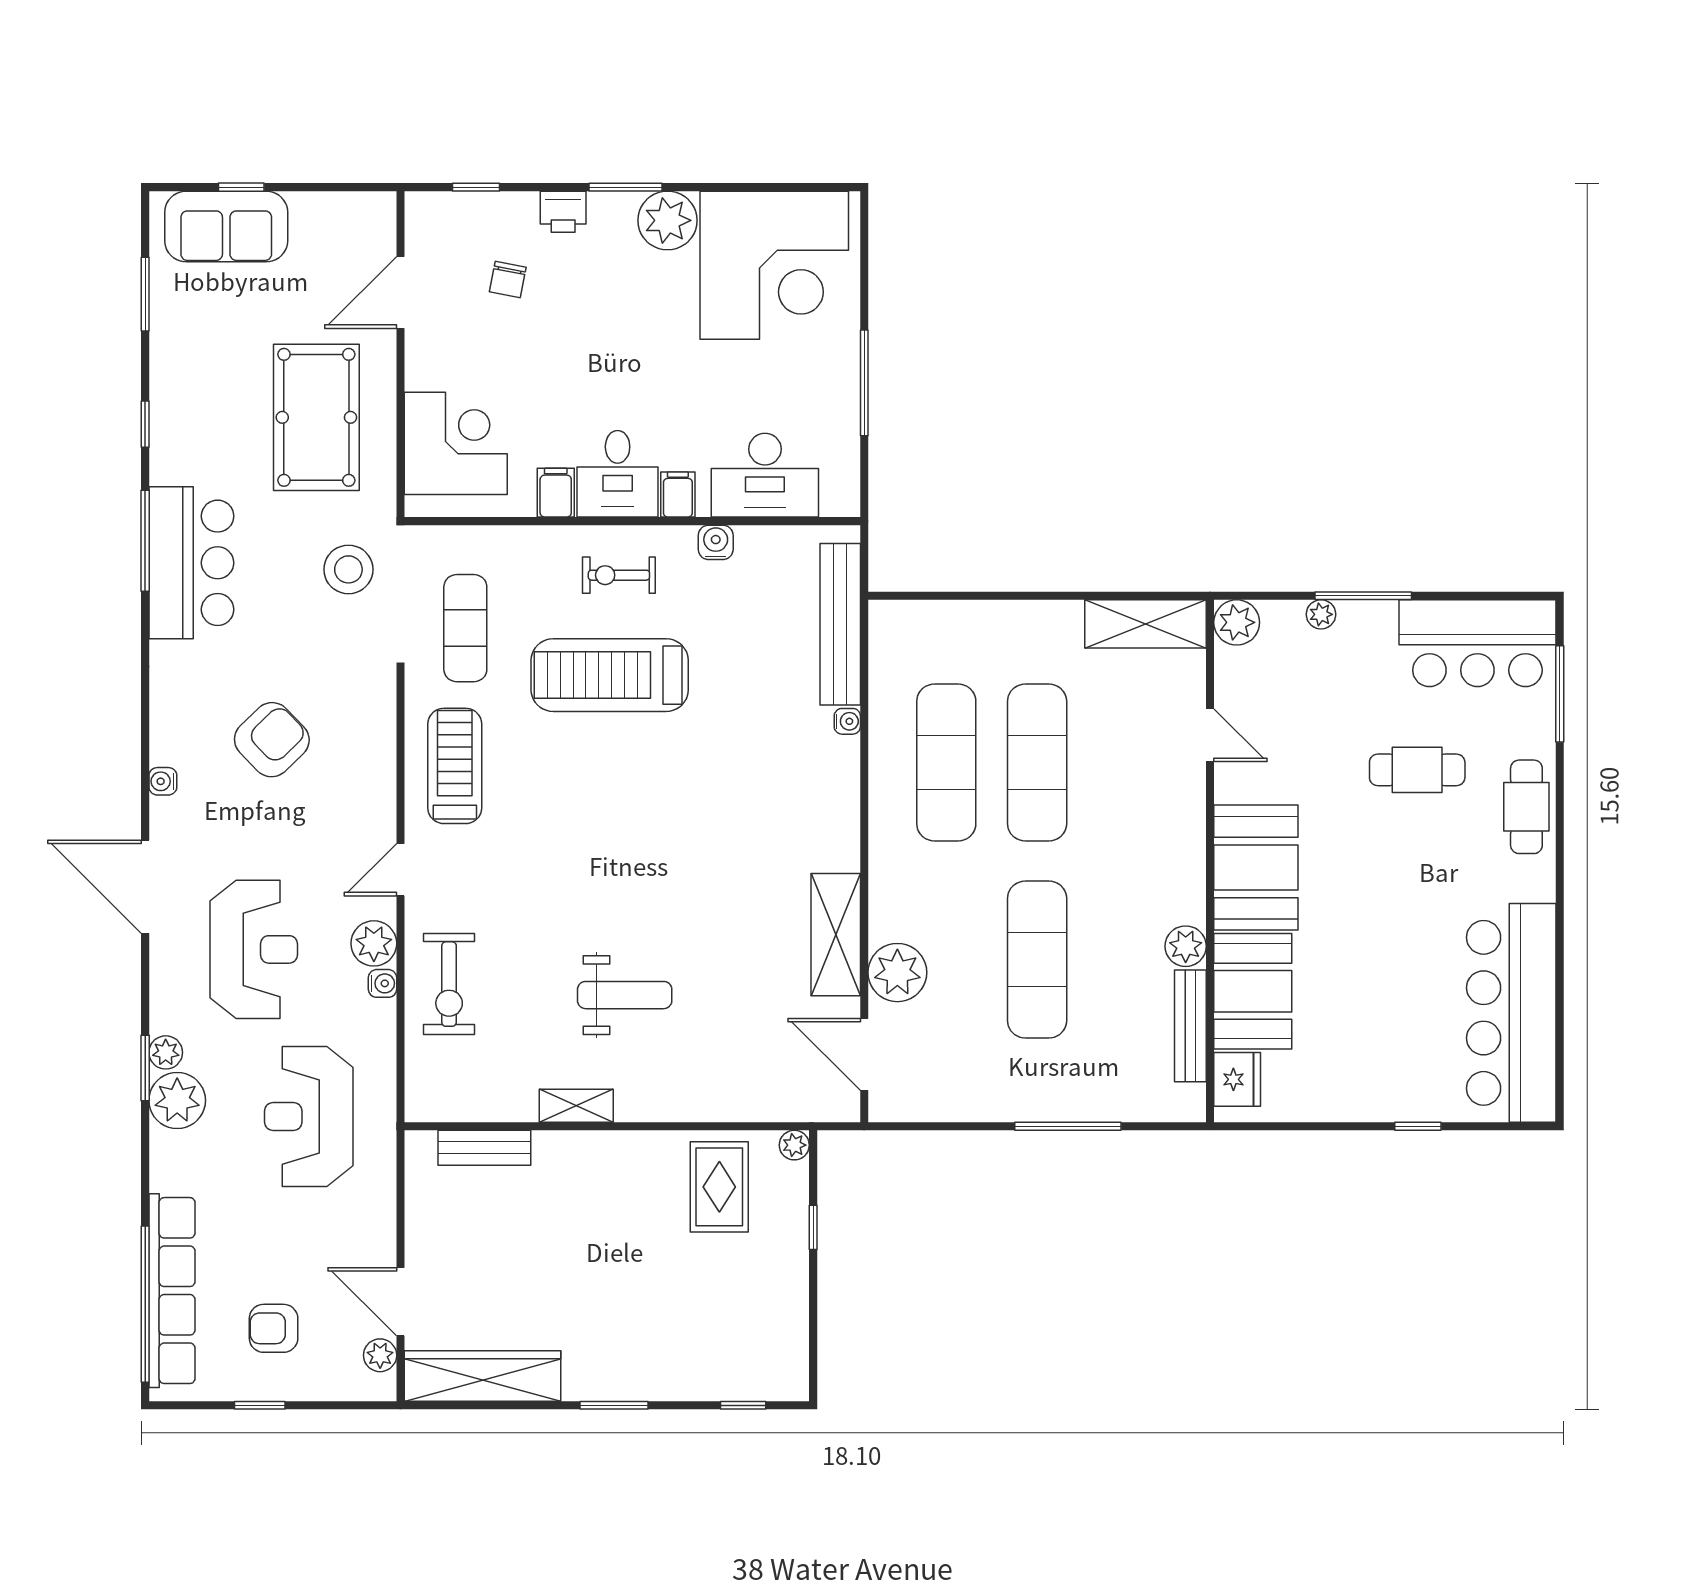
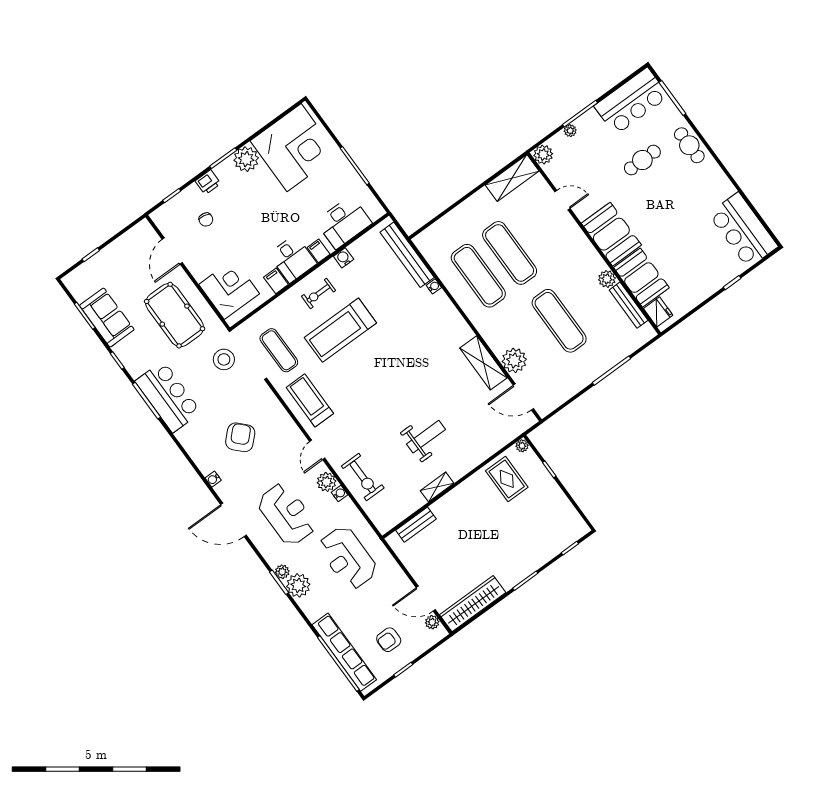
sofa: (226, 226) -> (107, 318), moved, turned -90
bar counter: (1511, 1013) -> (743, 230), width x0.73

